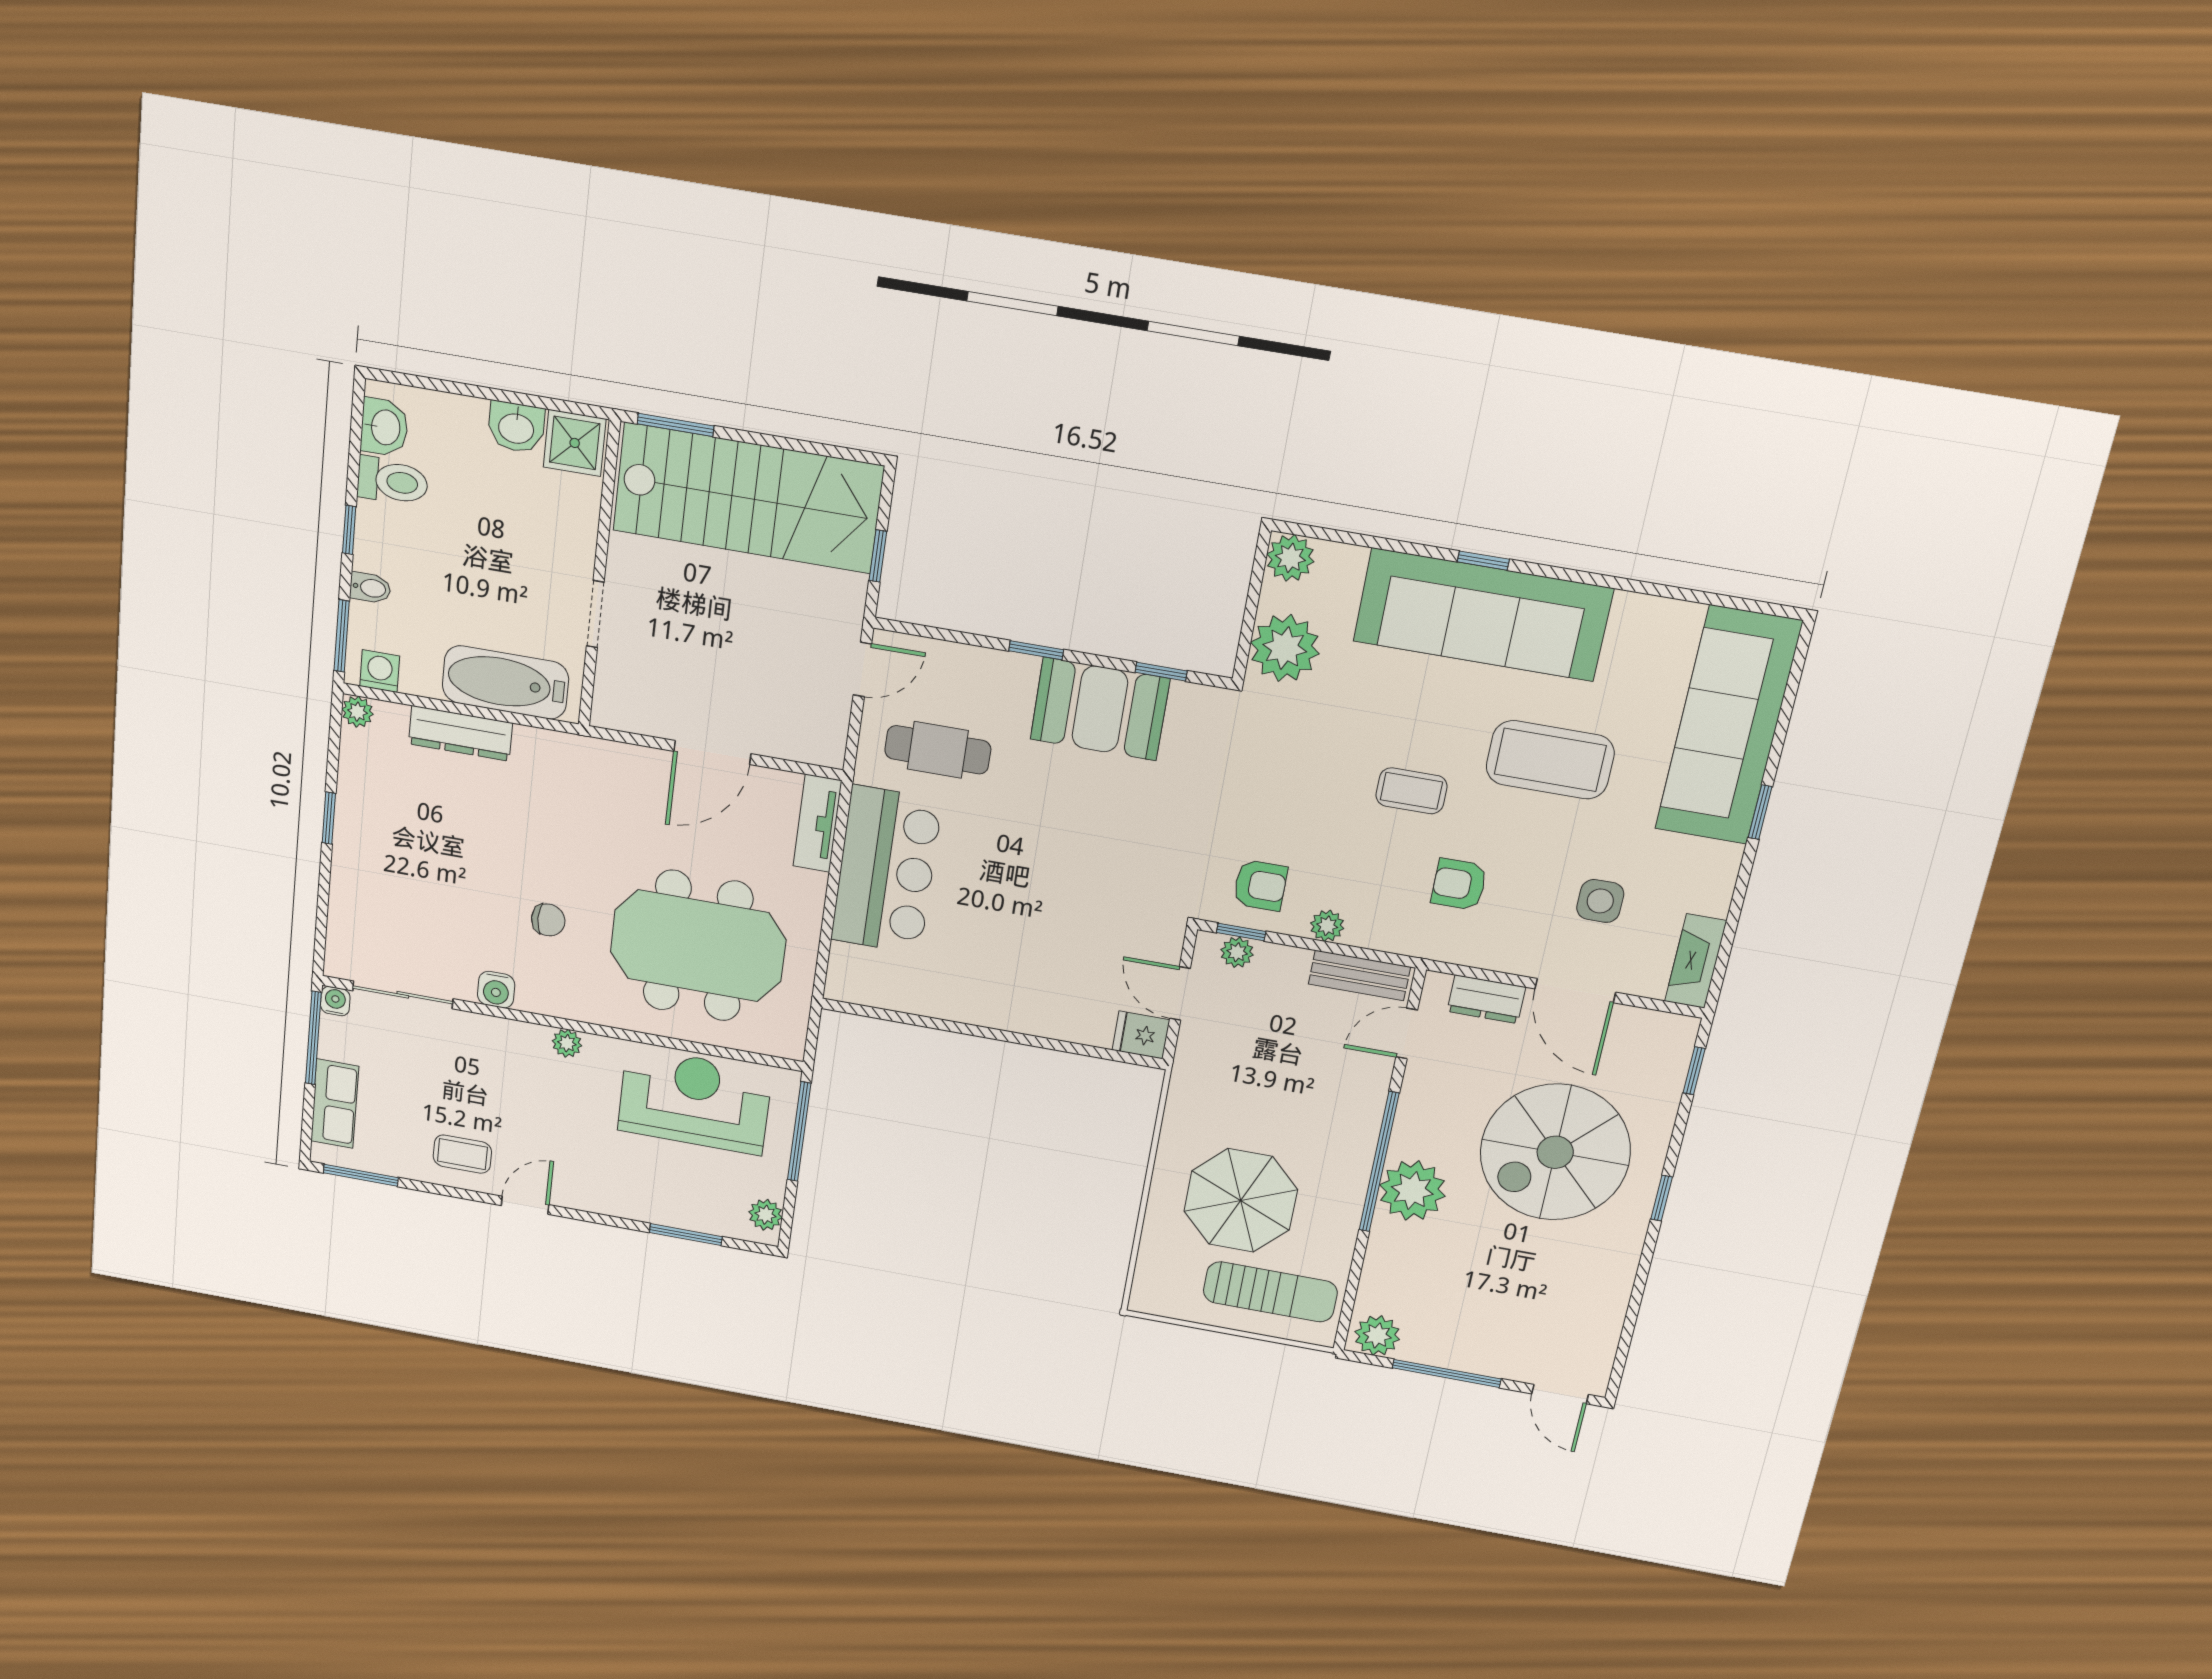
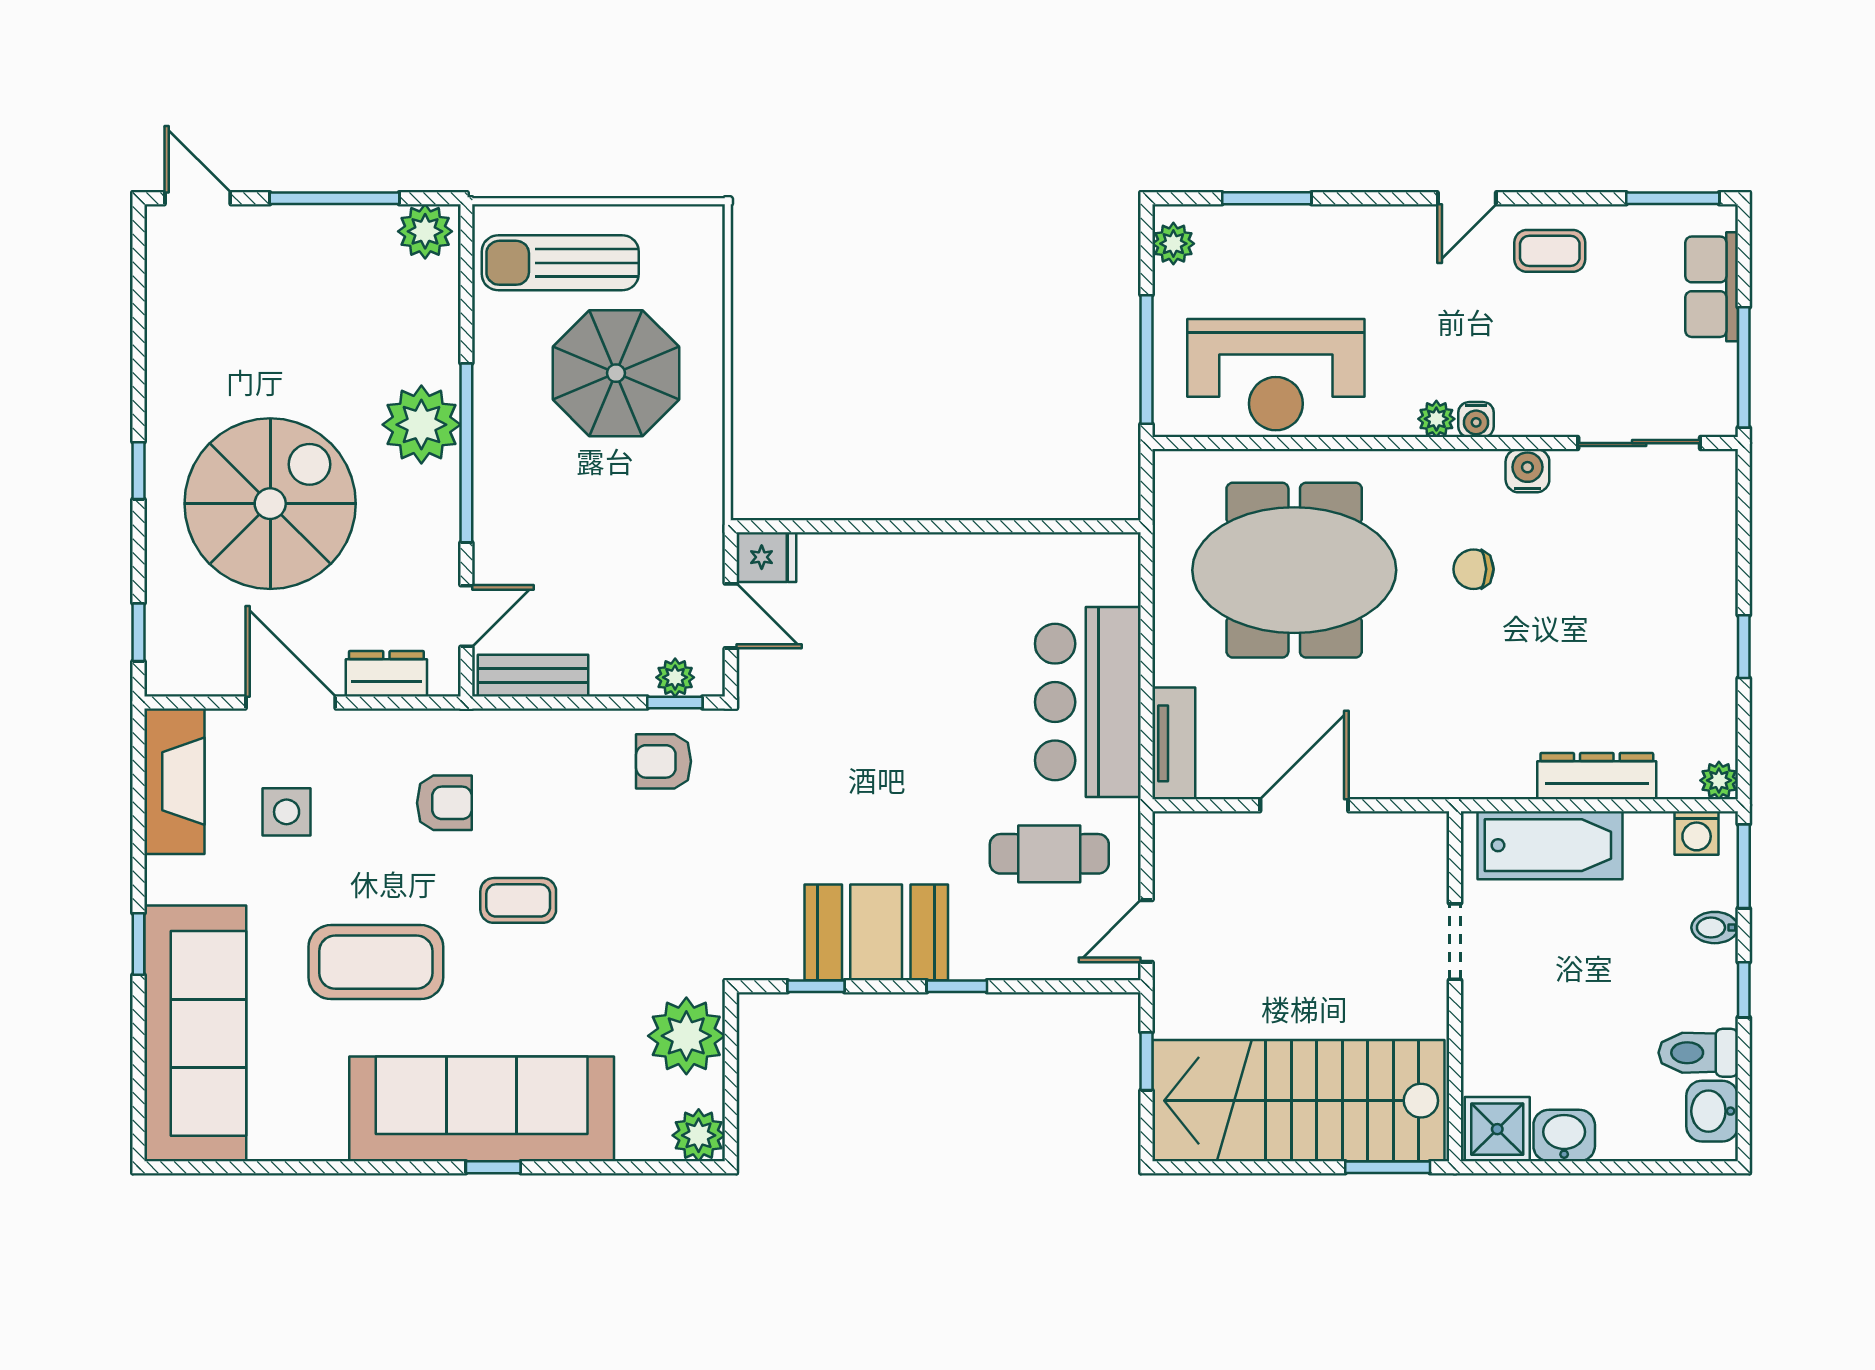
plant: (1327, 926) -> (580, 728), removed
fireplace: (1696, 961) -> (174, 781), width x1.37, depth x1.32
water cooler: (335, 1001) -> (1476, 420), moved

